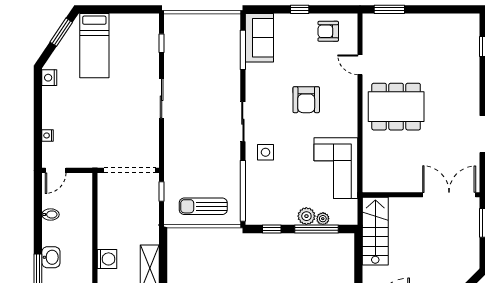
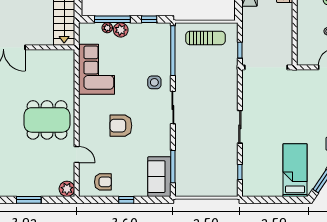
window: (389, 9) -> (29, 200), moved
plant: (372, 23) -> (67, 189), added
armchair: (306, 100) -> (121, 126), turned -90

